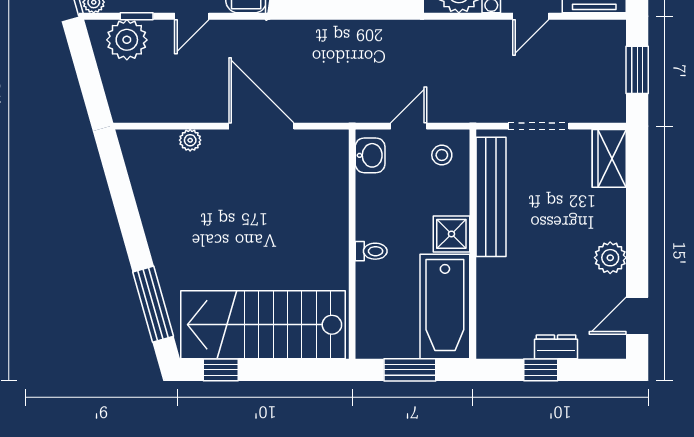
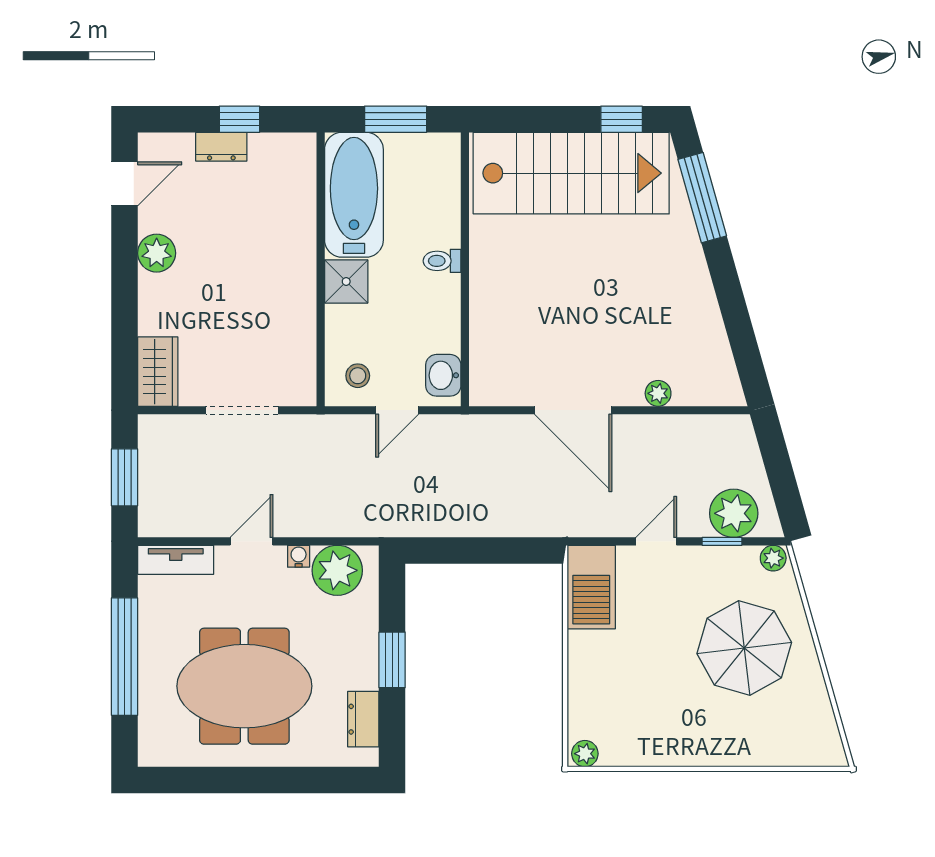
bench: (491, 197) -> (299, 326), removed

